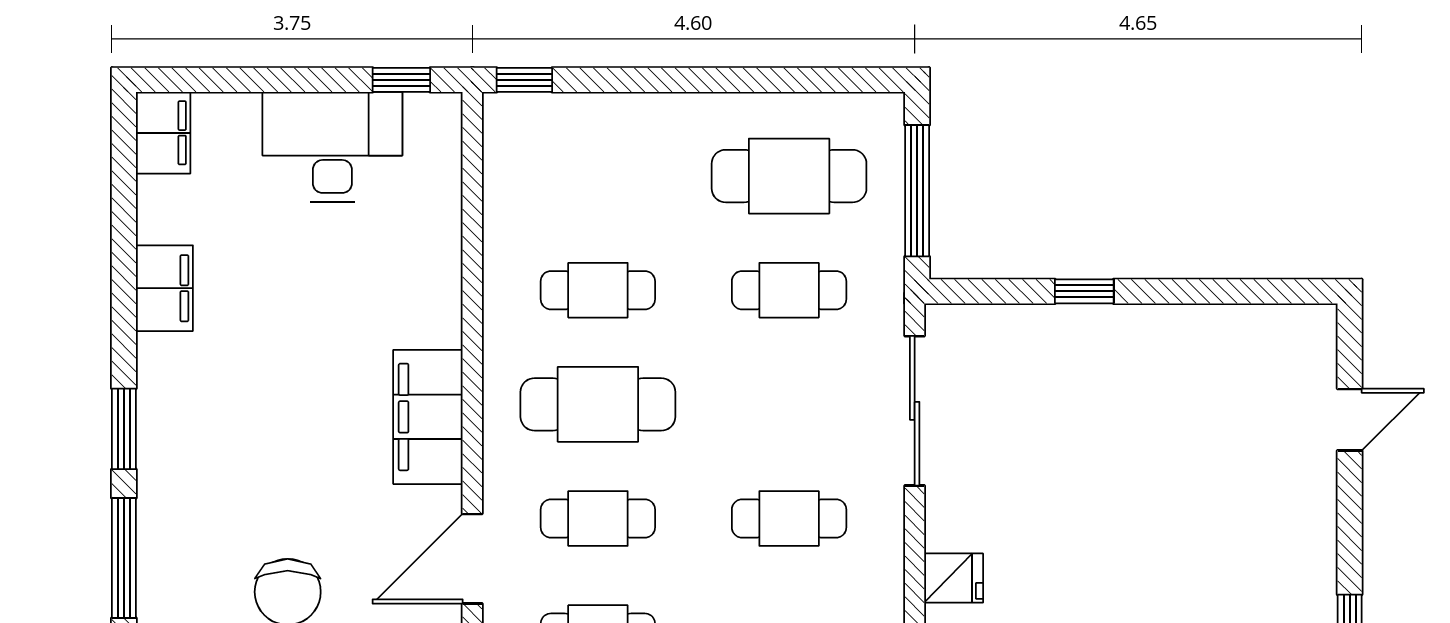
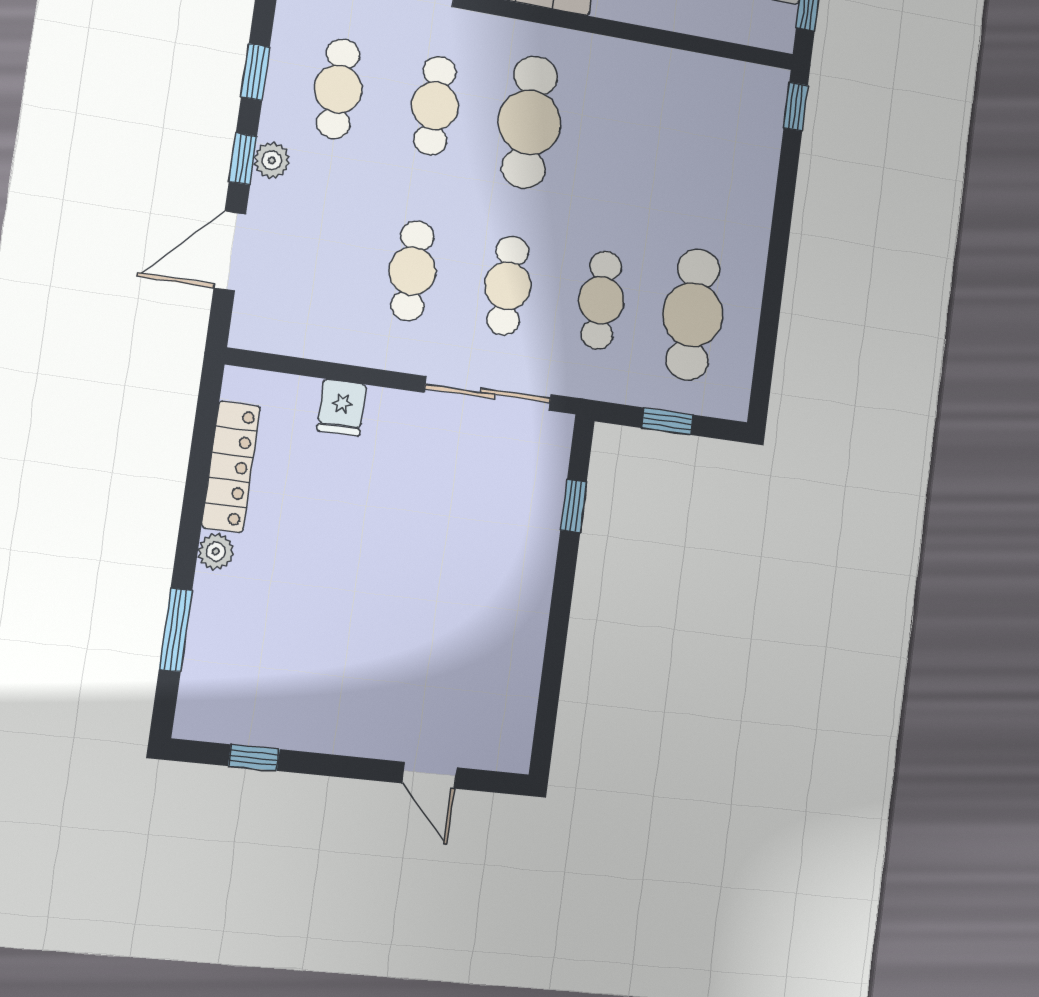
window: (917, 191) -> (667, 421), width x0.46
cafe table: (598, 290) -> (508, 286), moved
window: (1084, 291) -> (574, 506), moved

